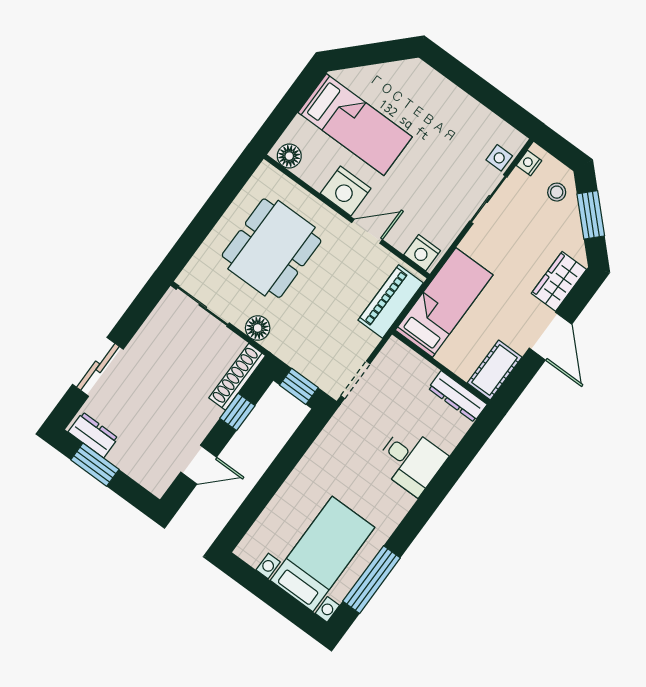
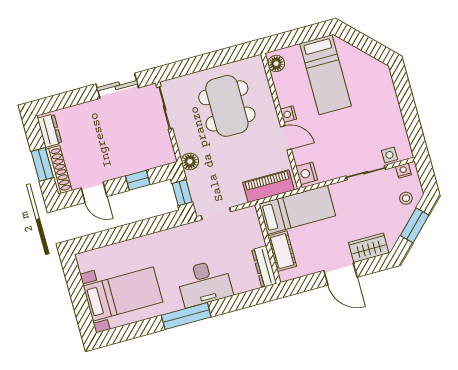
nightstand: (346, 191) -> (288, 114), width x0.53, depth x0.56
dining table: (272, 248) -> (227, 106), turned 90
floor lamp: (258, 328) -> (190, 161), moved
door: (550, 336) -> (341, 274), hinge flipped
sliding door: (98, 367) -> (117, 86), moved
cot: (495, 370) -> (282, 251), moved, turned 90
shoe rack: (237, 377) -> (59, 170), moved, turned 90
desk: (411, 460) -> (204, 283), width x1.37
window: (95, 465) -> (42, 164), moved
window: (372, 580) -> (186, 316), moved

